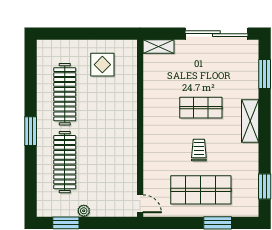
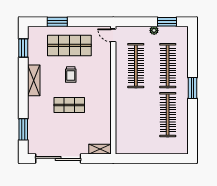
display table: (102, 65) -> (141, 136), removed
shelving: (250, 121) -> (34, 80), moved
clothes rail: (109, 162) -> (136, 66), added

